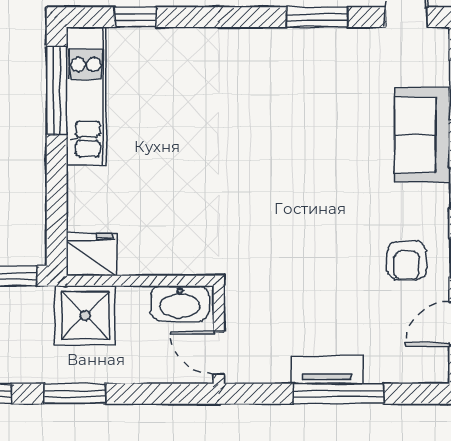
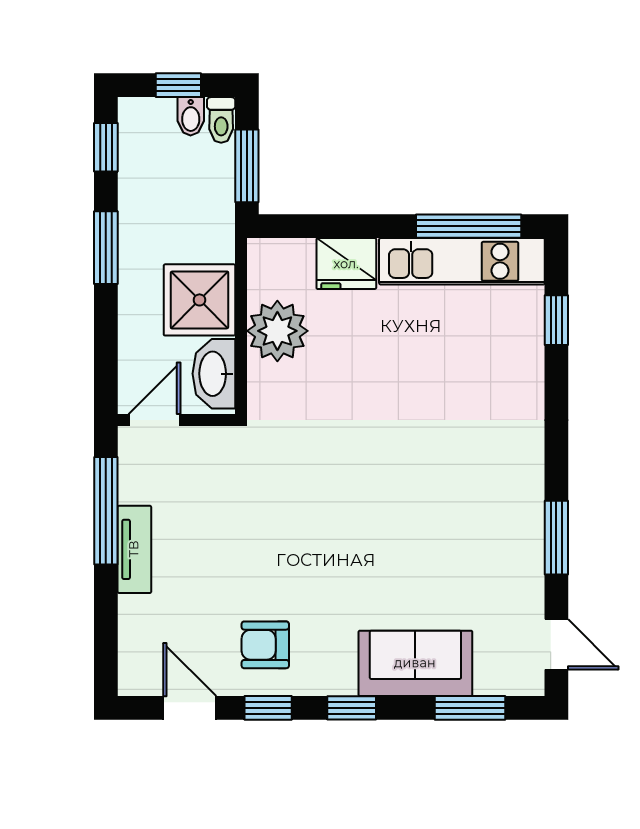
plant: (144, 250) -> (277, 331), added
fridge: (91, 254) -> (346, 264), moved, turned 90
shower: (85, 316) -> (200, 300), moved
window: (339, 394) -> (106, 511), moved

